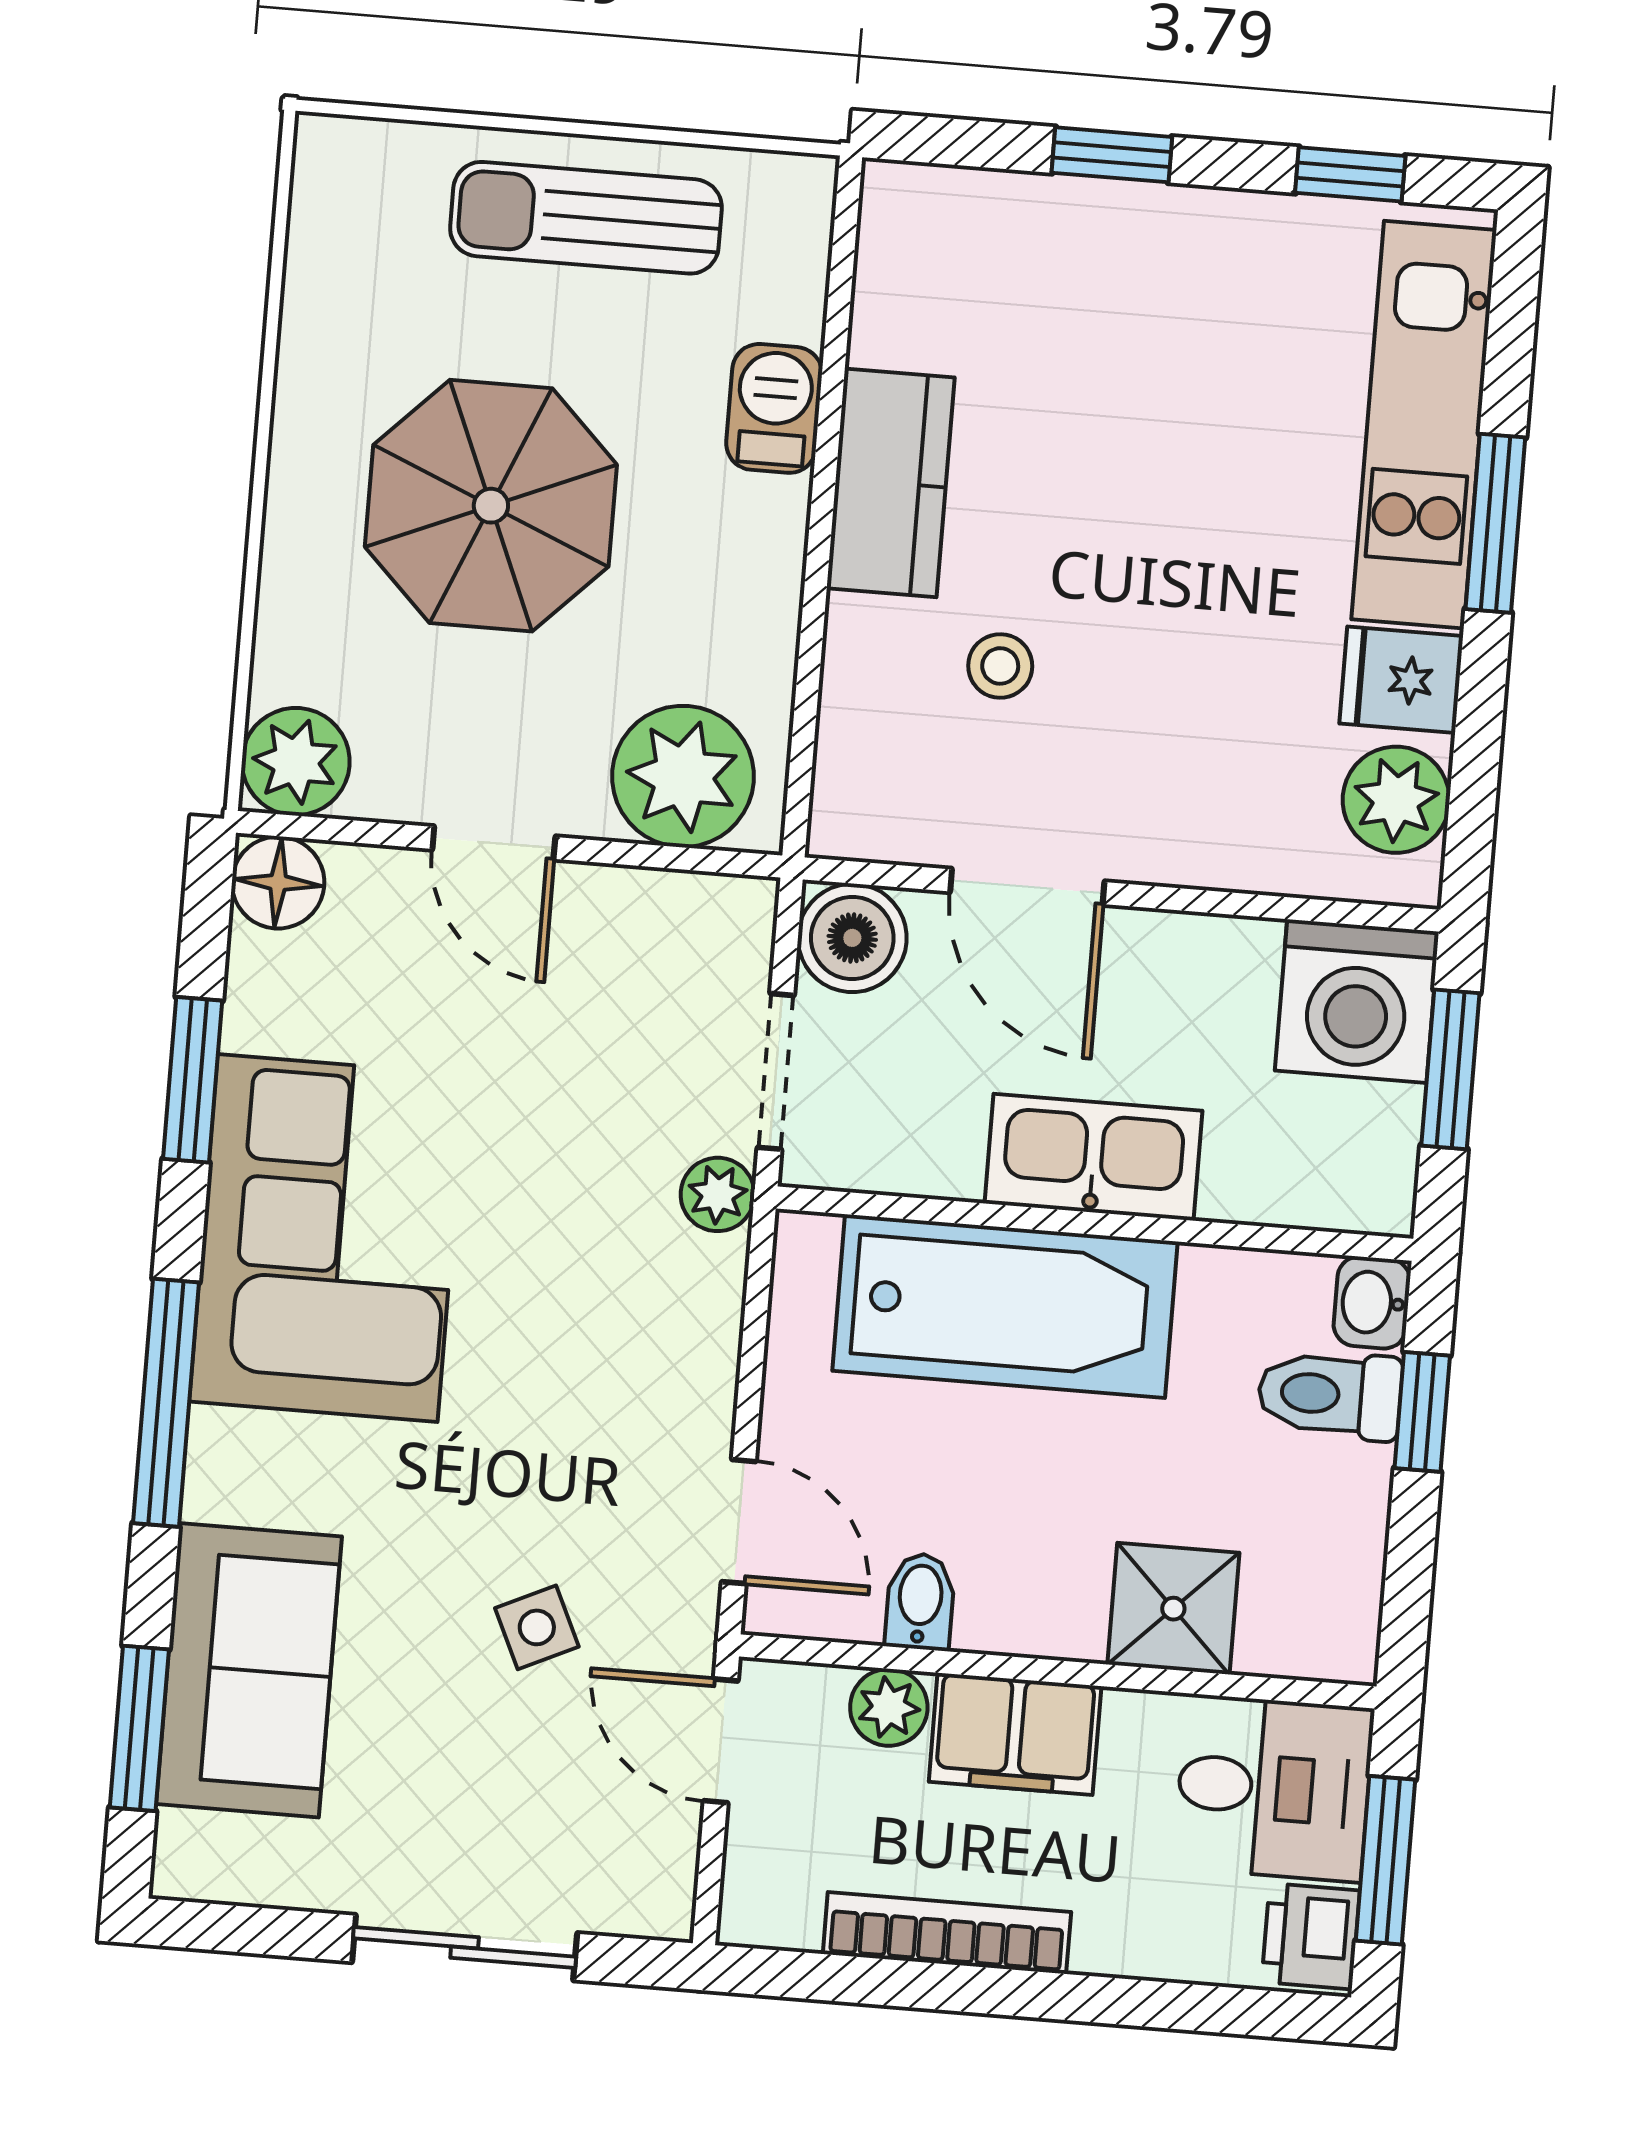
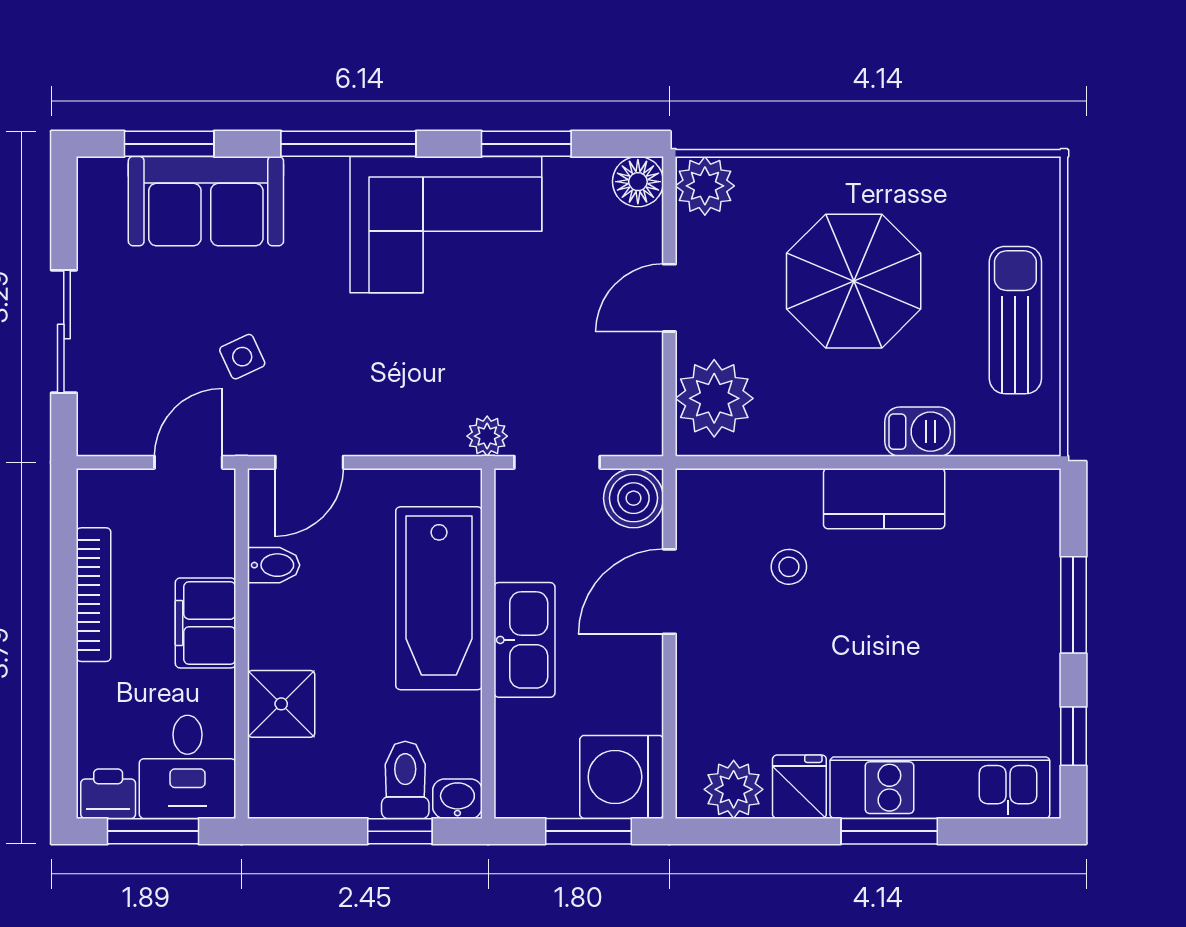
window: (1112, 155) -> (1073, 605), width x1.50
plant: (889, 1707) -> (214, 553), removed

